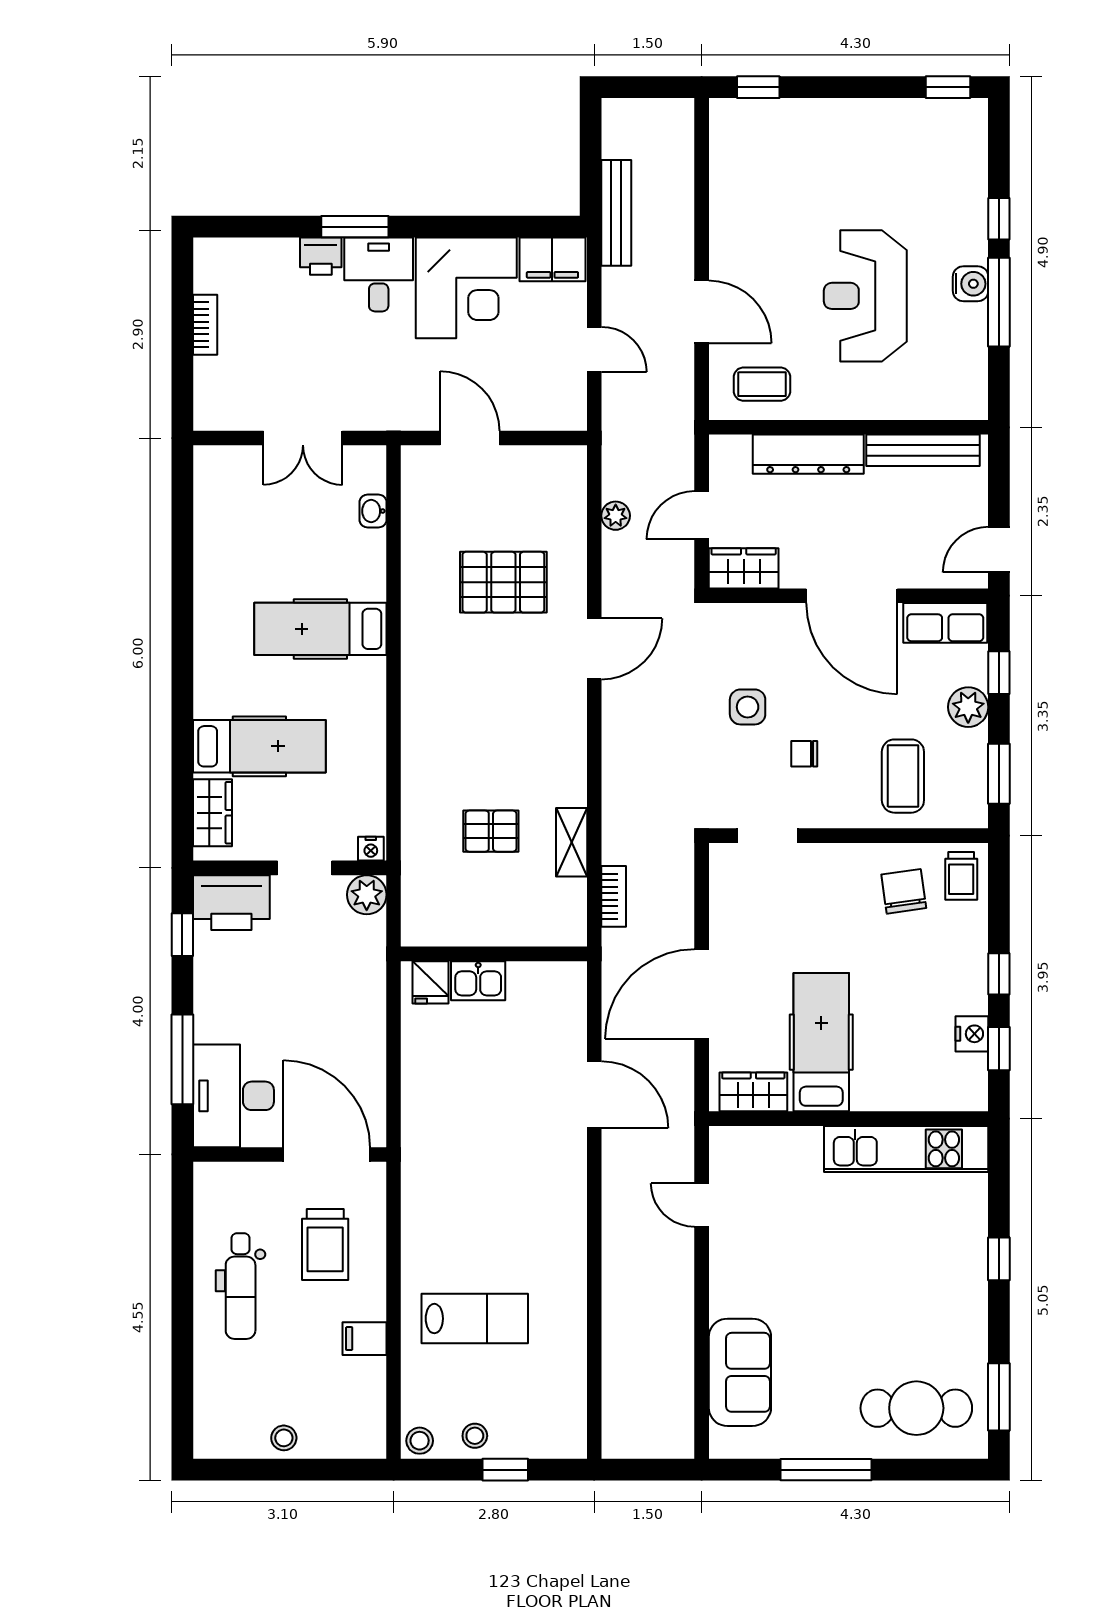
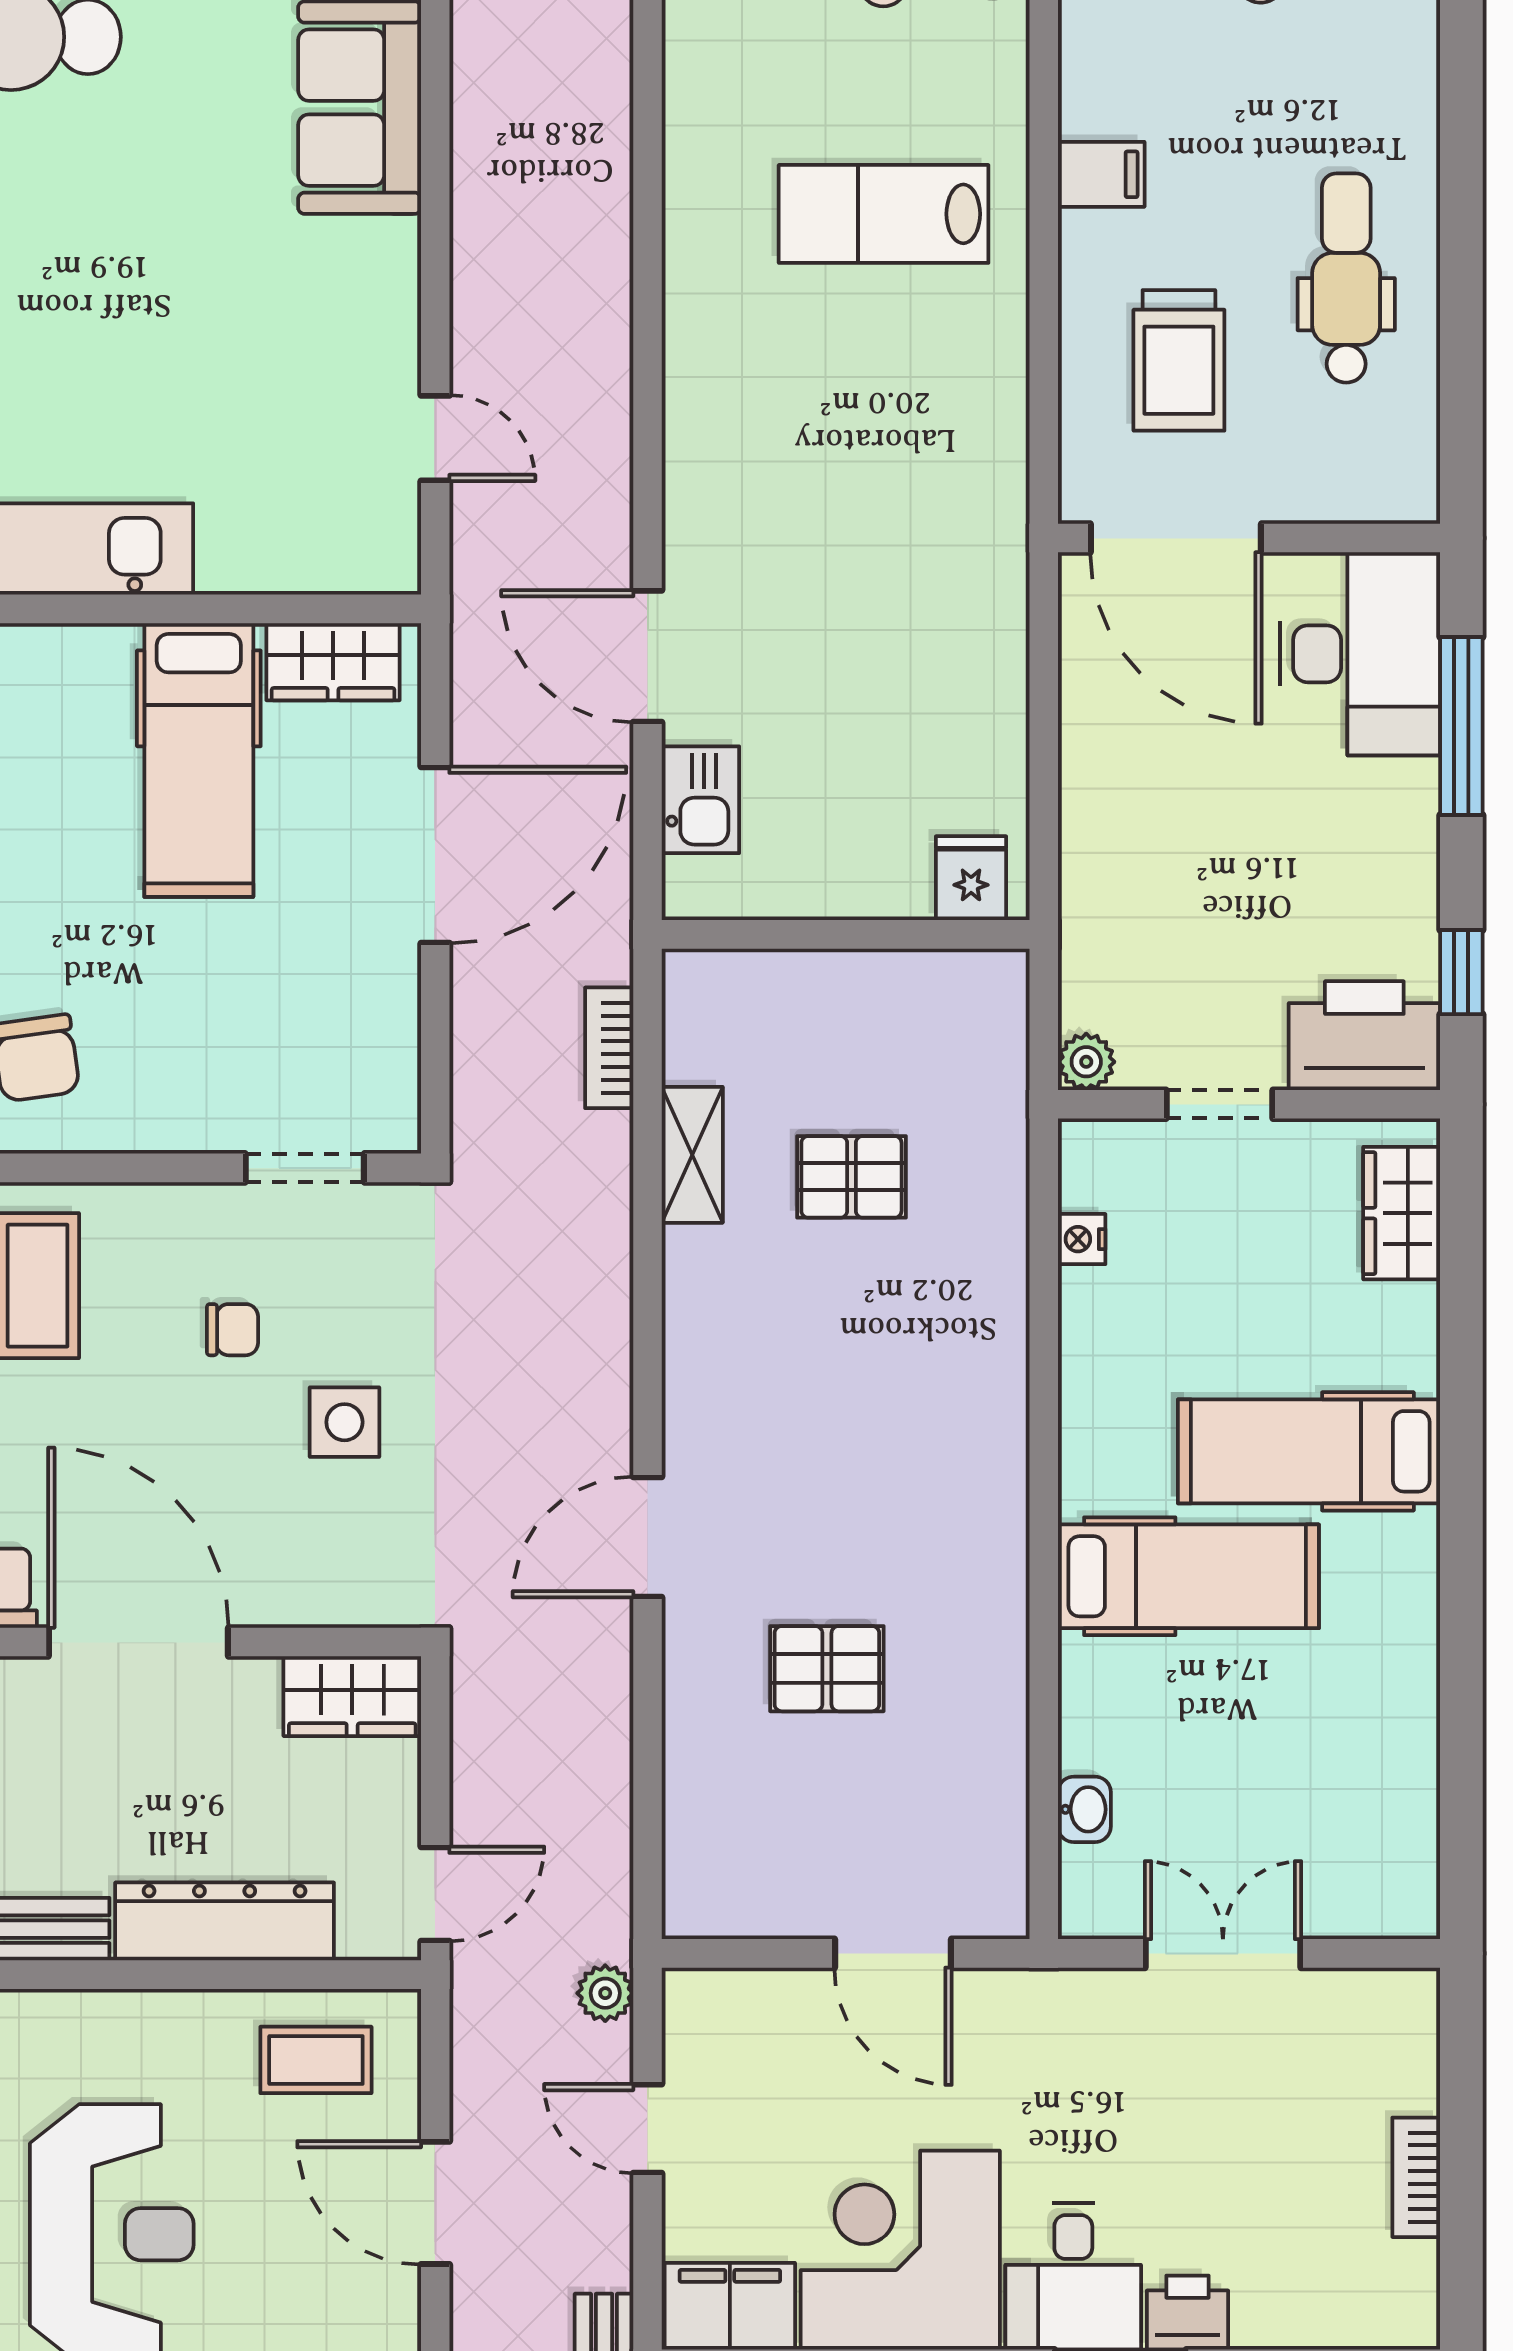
door: (702, 515) -> (435, 1894), moved
plant: (616, 516) -> (605, 1993), moved
pallet: (503, 582) -> (827, 1669), width x0.67, depth x0.71
hospital bed: (259, 746) -> (1309, 1451), moved
nightstand: (371, 849) -> (1082, 1239), moved, turned -90
plant: (367, 895) -> (1086, 1062), width x0.73, depth x0.73
kitchen sink: (478, 981) -> (700, 800), moved, turned 90
trolley: (325, 1244) -> (1179, 360), turned 180

